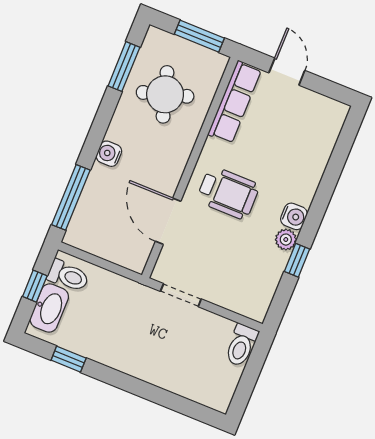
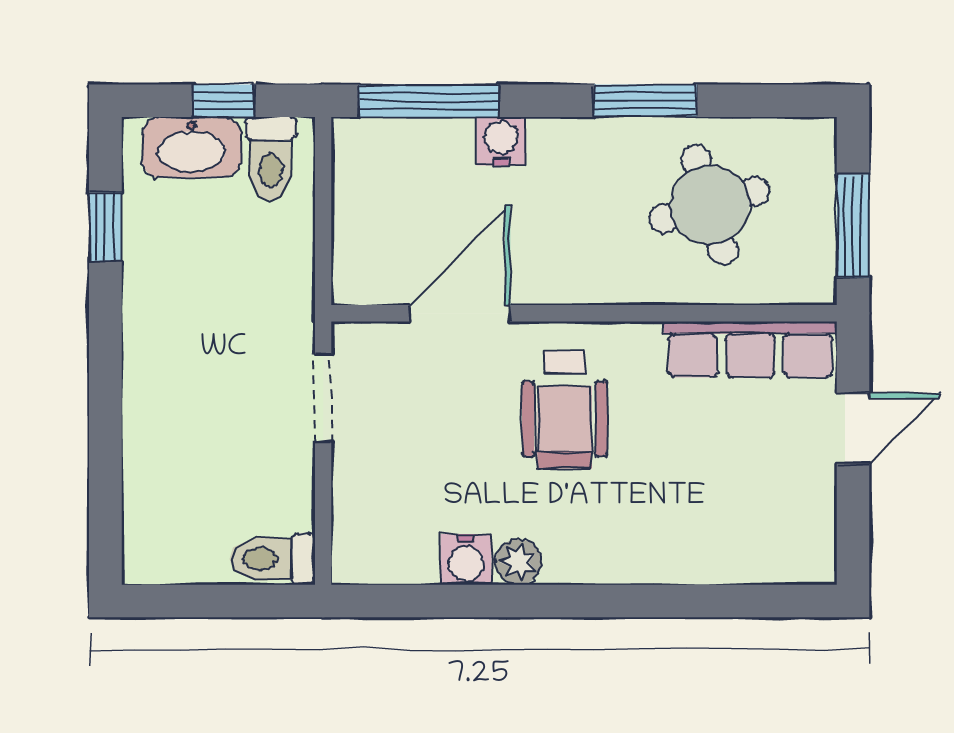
window: (124, 67) -> (645, 101), moved
water cooler: (109, 154) -> (501, 141), moved
water cooler: (294, 216) -> (466, 559), moved
window: (297, 260) -> (486, 601), removed

